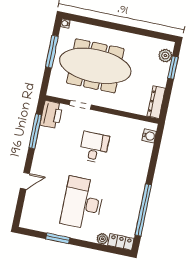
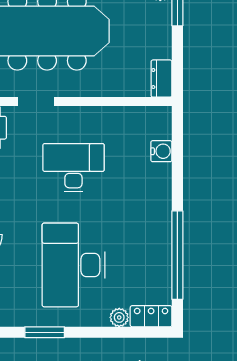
dresser: (156, 102) -> (161, 79), width x0.70
water cooler: (149, 136) -> (161, 151), moved
desk: (94, 147) -> (73, 168), width x1.37

